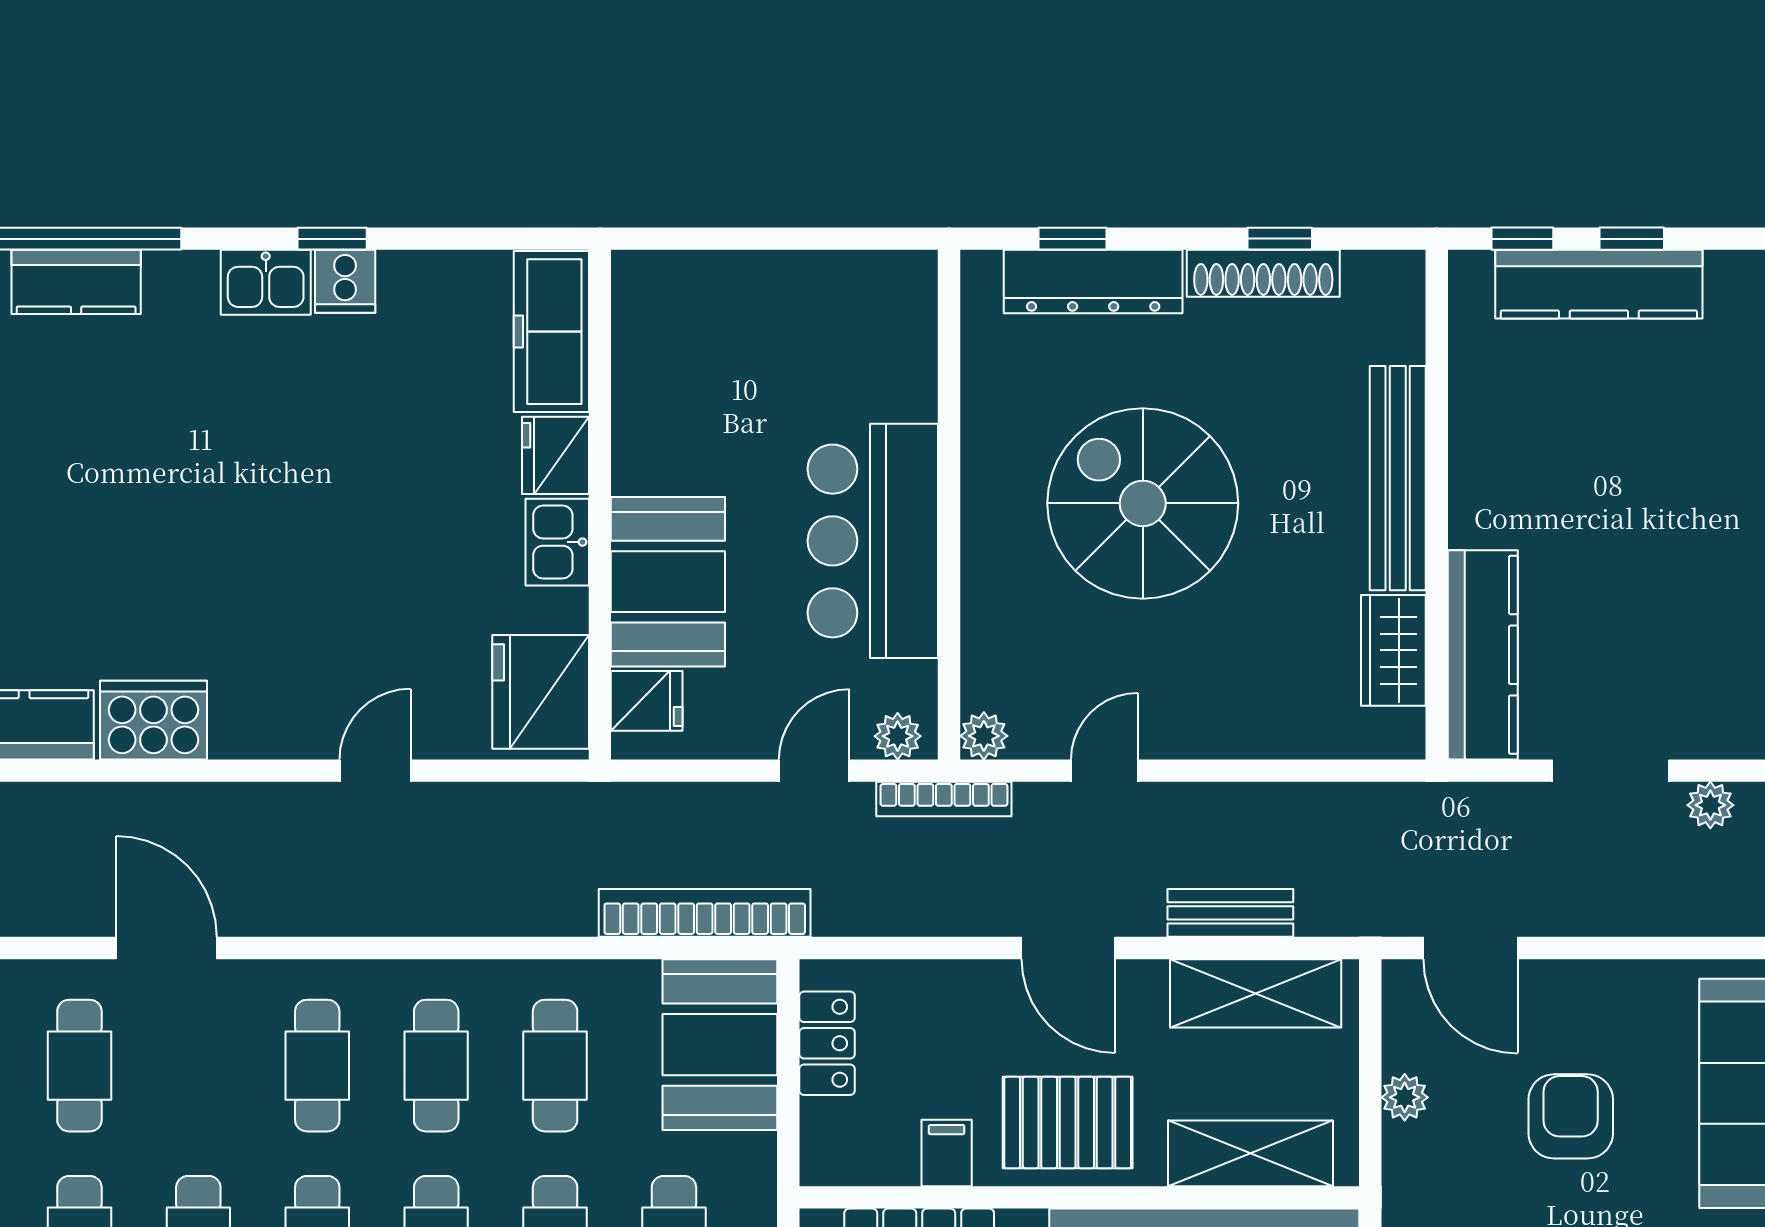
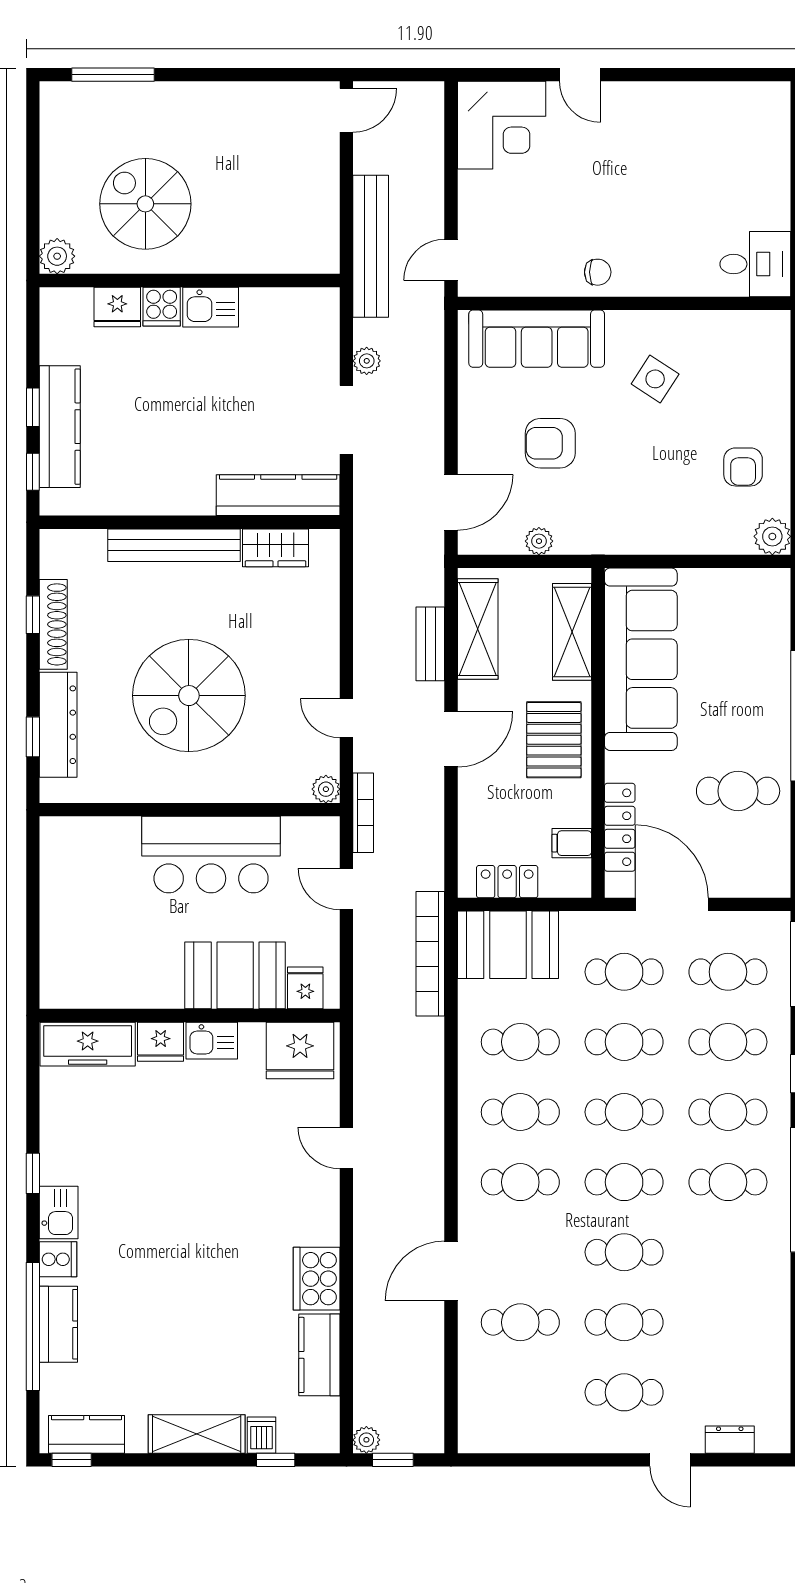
cooker: (345, 281) -> (58, 1259), moved
plant: (898, 736) -> (326, 840), removed
filing cabinet: (947, 1153) -> (572, 843), moved

